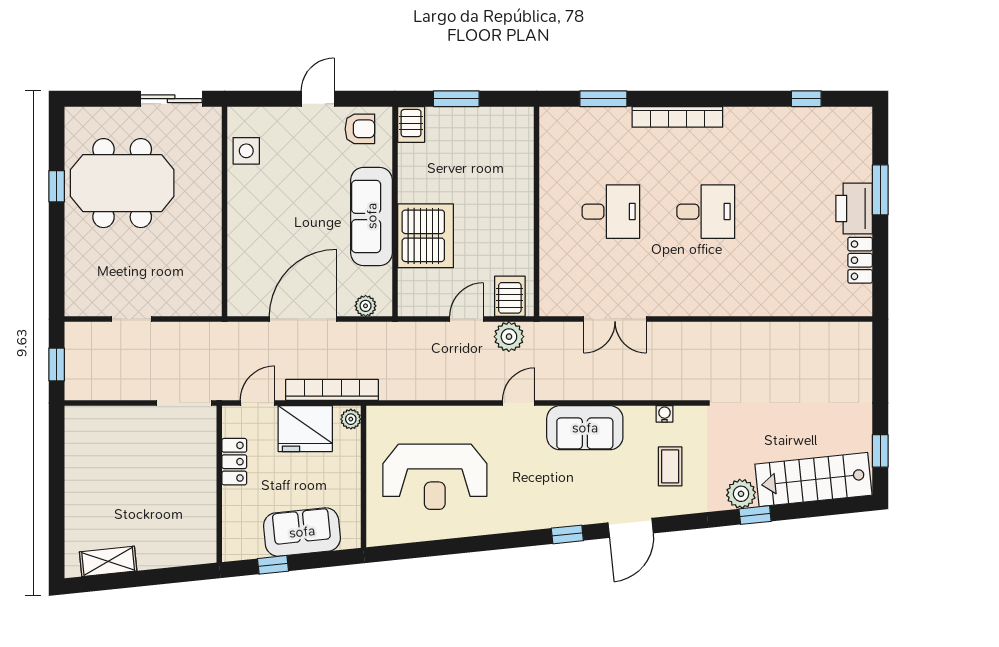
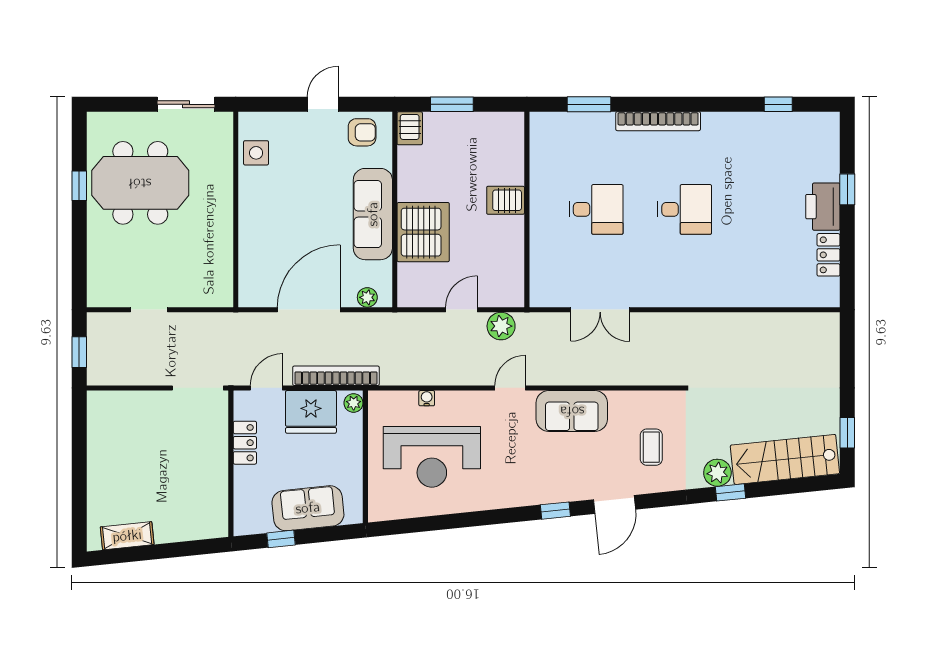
window: (880, 190) -> (847, 189), width x0.67
server rack: (510, 296) -> (506, 200), moved, turned -90
water cooler: (665, 414) -> (427, 398), moved

